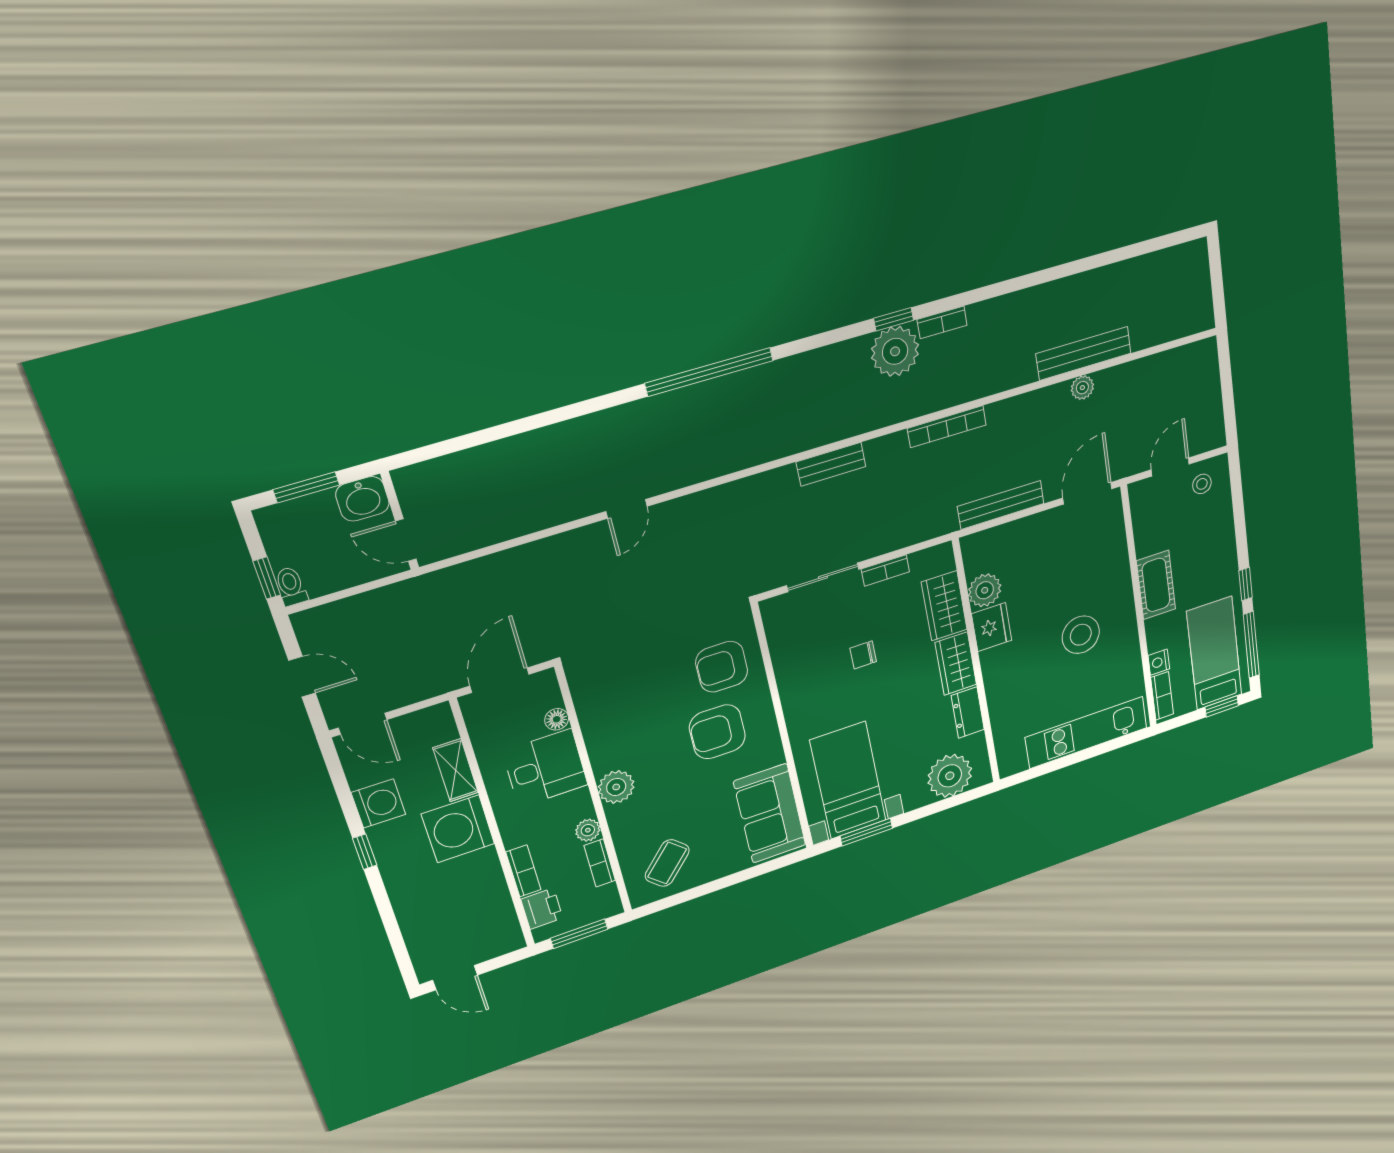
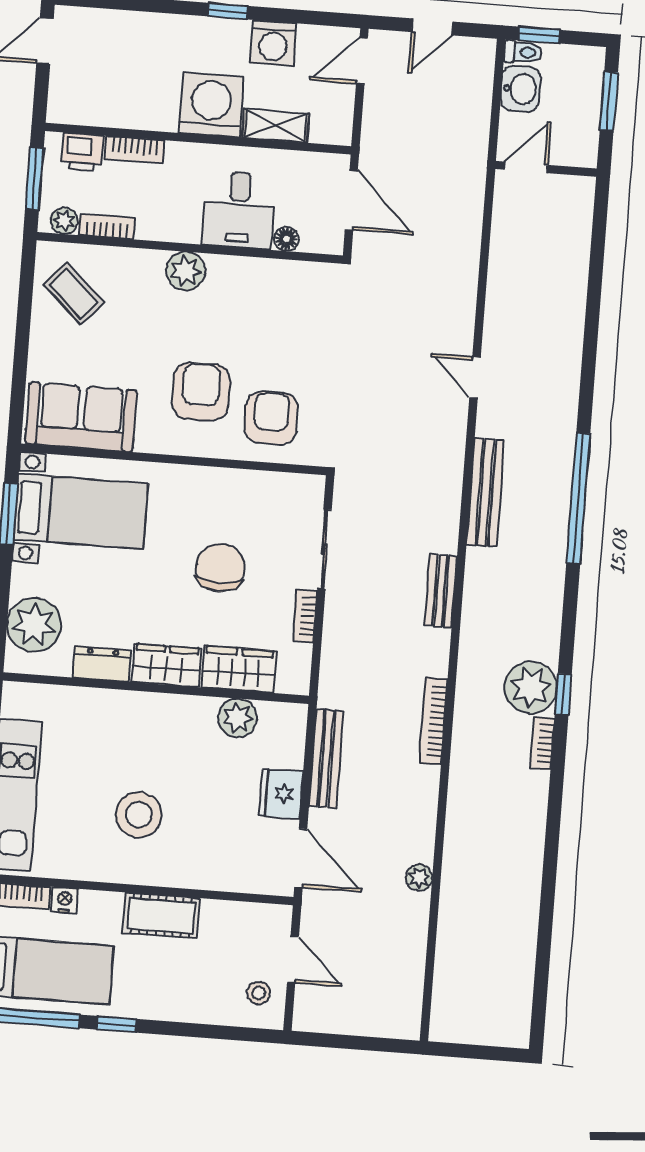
bench: (1084, 353) -> (485, 492), moved
washbasin: (362, 499) -> (521, 89), moved, turned 180
fridge: (992, 627) -> (281, 794), moved, turned 90
chair: (863, 655) -> (220, 568), width x1.87, depth x1.87
plant: (588, 830) -> (64, 221), moved

